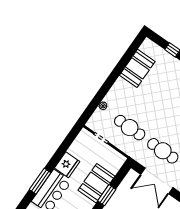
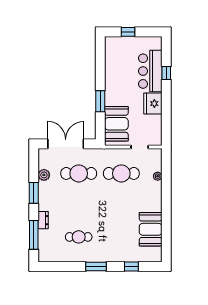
window: (40, 181) -> (166, 73), width x0.46
booth: (96, 183) -> (116, 124), moved

